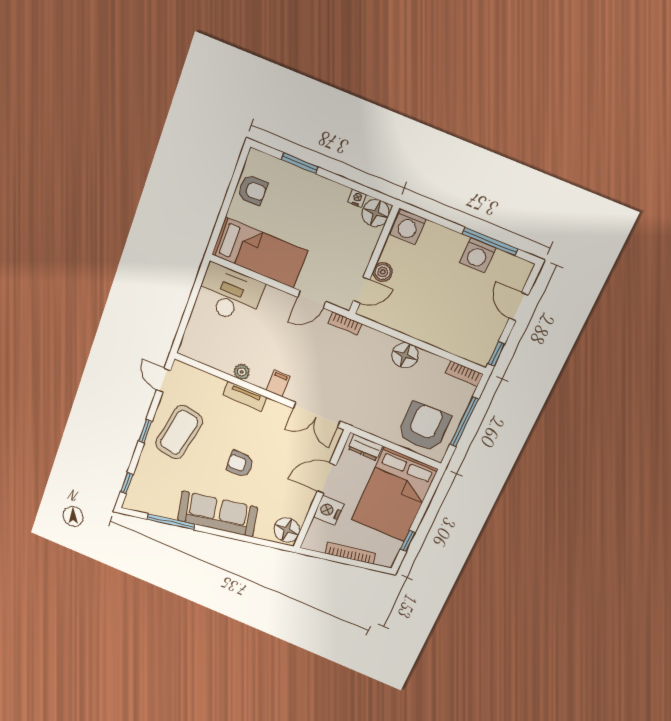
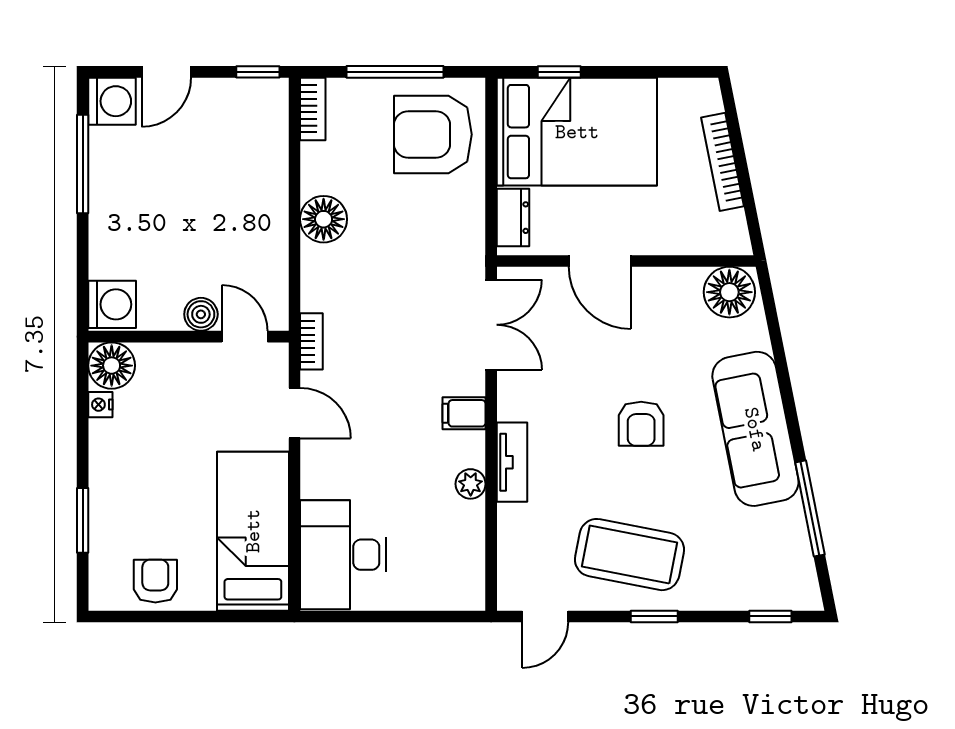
washing machine: (478, 255) -> (112, 101), moved
nightstand: (328, 510) -> (658, 233), removed
window: (408, 541) -> (559, 72), moved

